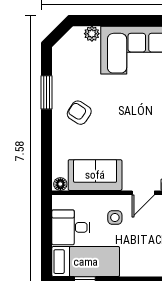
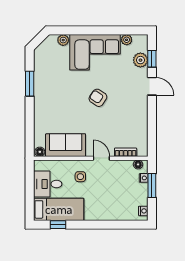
armchair: (79, 113) -> (98, 98), moved
door: (143, 193) -> (101, 158), swing flipped

